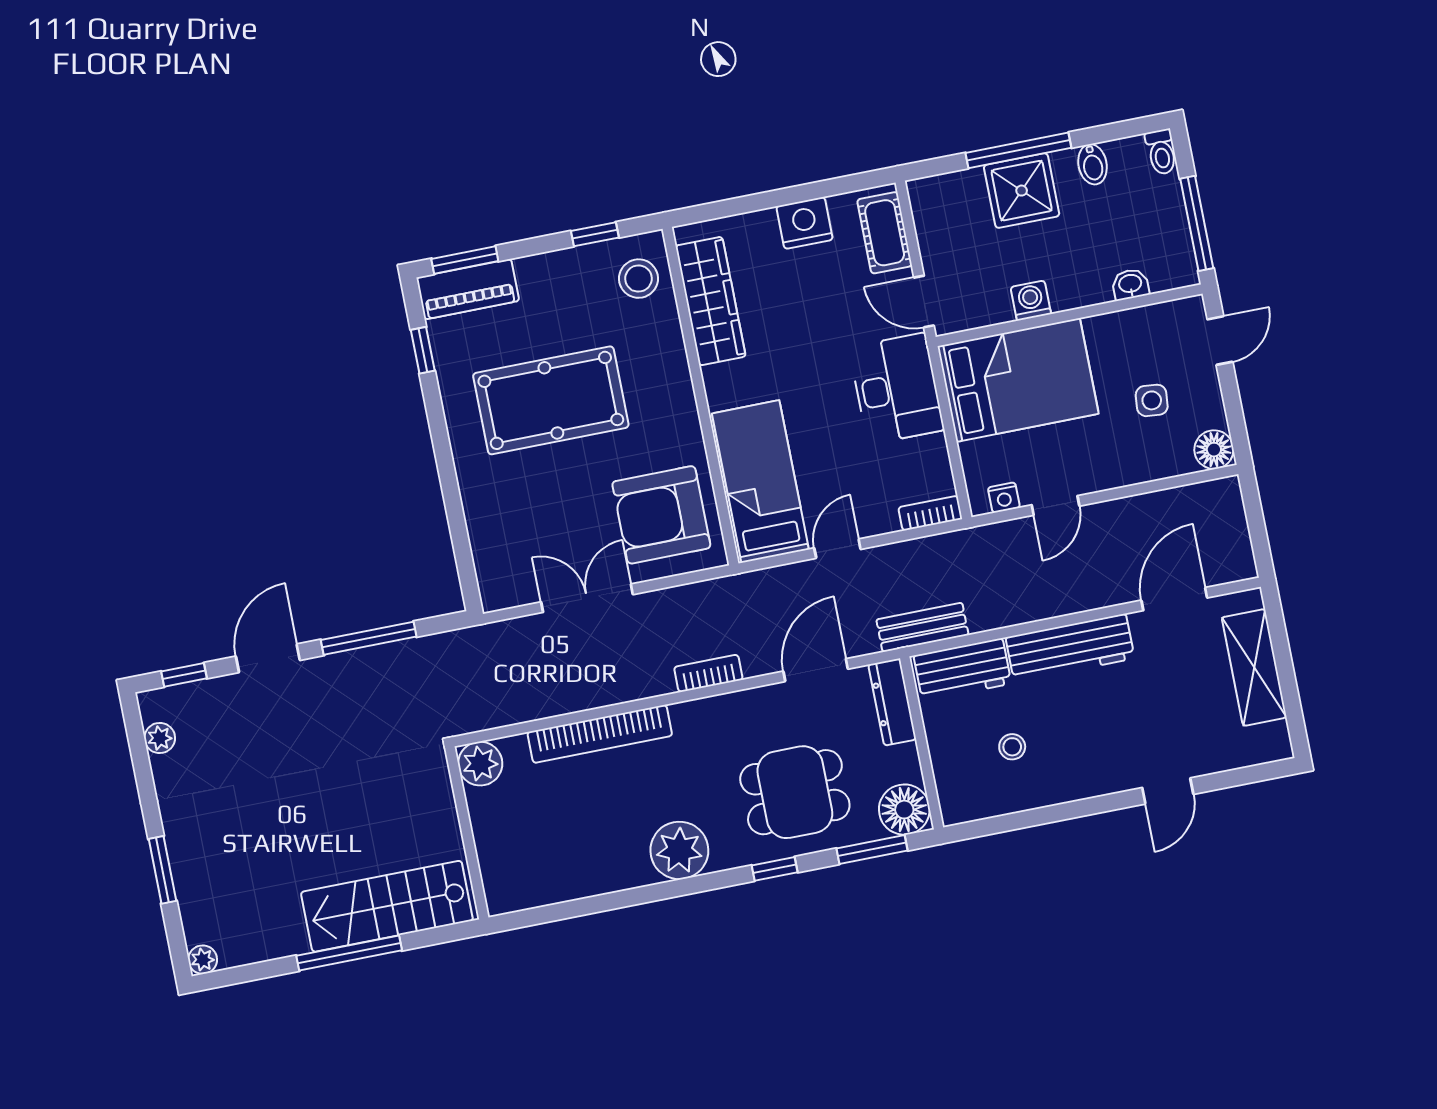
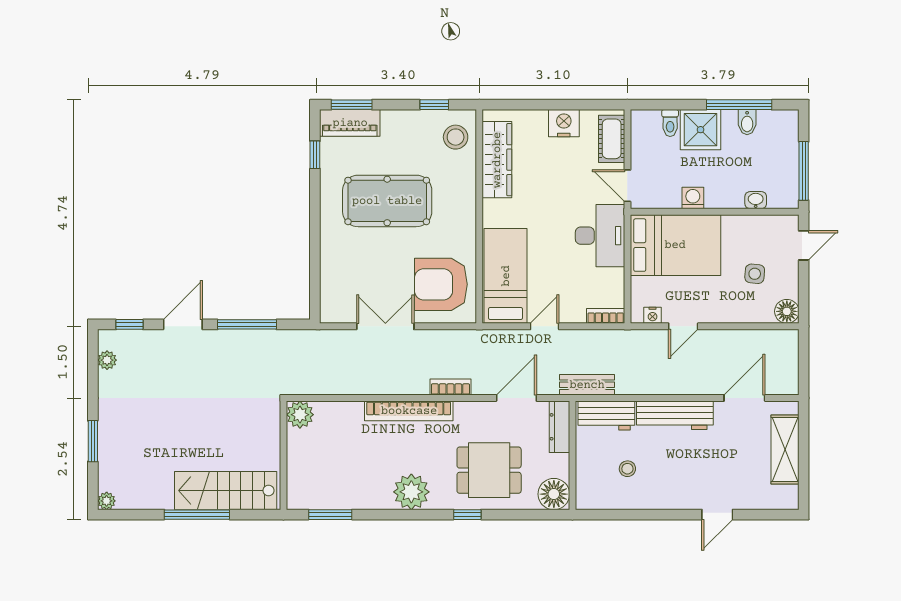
window: (1018, 150) -> (739, 105), moved
toilet: (1161, 152) -> (670, 123), moved
bookcase: (600, 734) -> (409, 411), moved
window: (872, 849) -> (330, 515), moved

